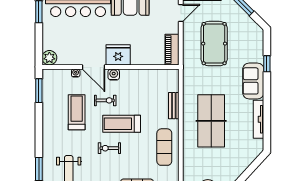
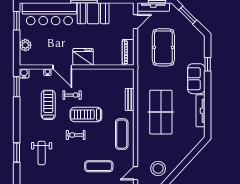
plant: (49, 58) -> (25, 45), moved
water cooler: (114, 74) -> (24, 73), moved

